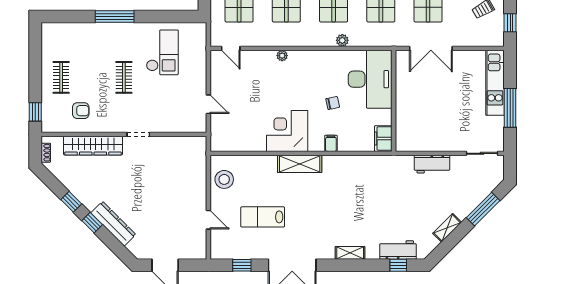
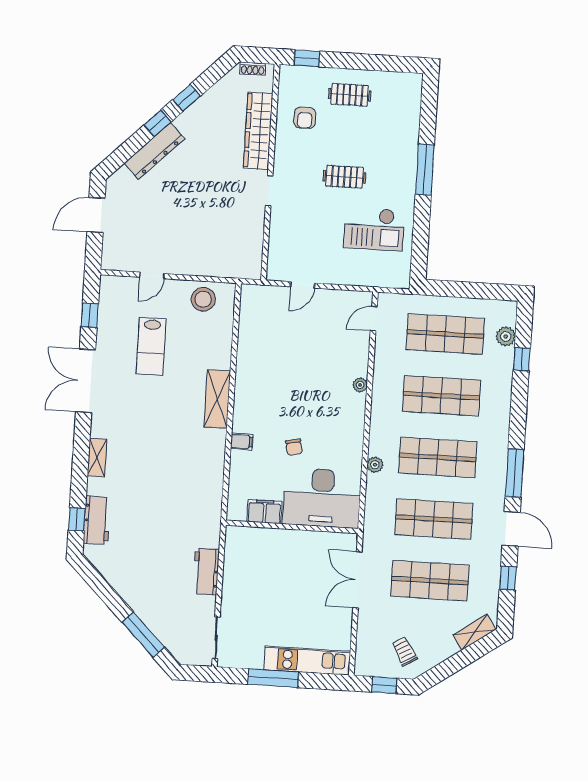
corner desk: (287, 131) -> (261, 385), removed
filing cabinet: (383, 139) -> (264, 512), moved
lab bench: (263, 217) -> (151, 346), turned 180
shelving: (447, 228) -> (122, 586), removed

